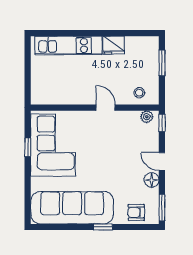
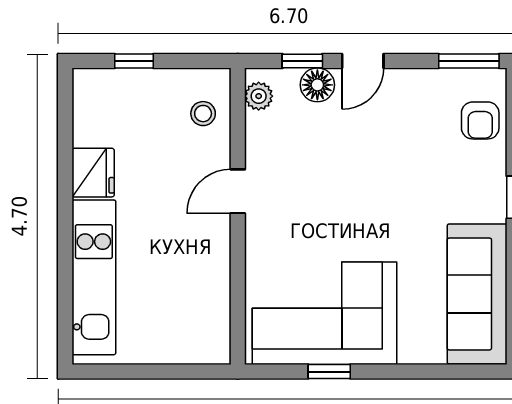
window: (162, 63) -> (134, 61), width x0.67
window: (162, 123) -> (302, 61), moved
floor lamp: (152, 180) -> (317, 85), moved
sofa: (72, 208) -> (477, 294), width x0.74, depth x0.79

